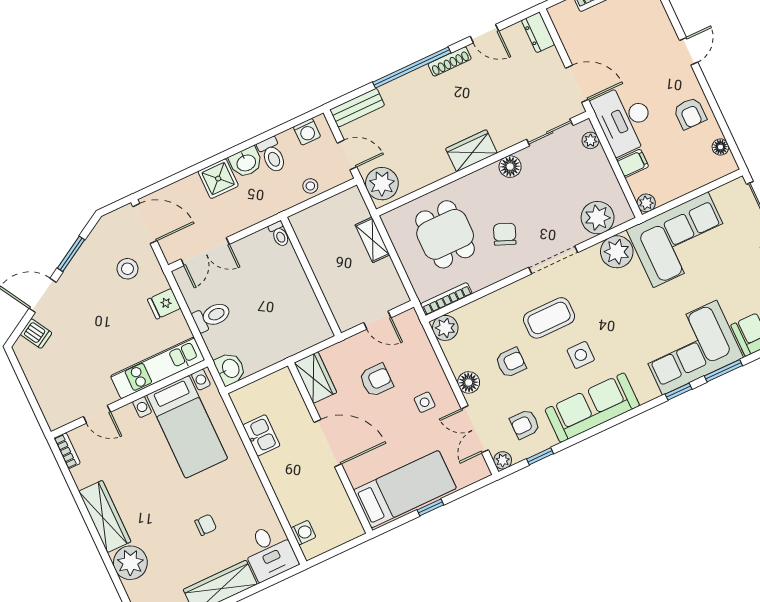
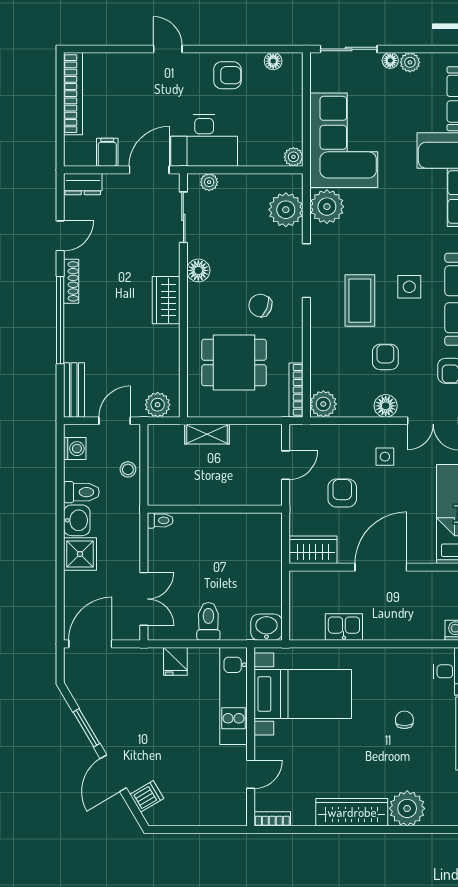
filing cabinet: (633, 163) -> (107, 152), moved
plant: (382, 184) -> (158, 405), width x0.73, depth x0.73
stool: (127, 269) -> (126, 681), removed

